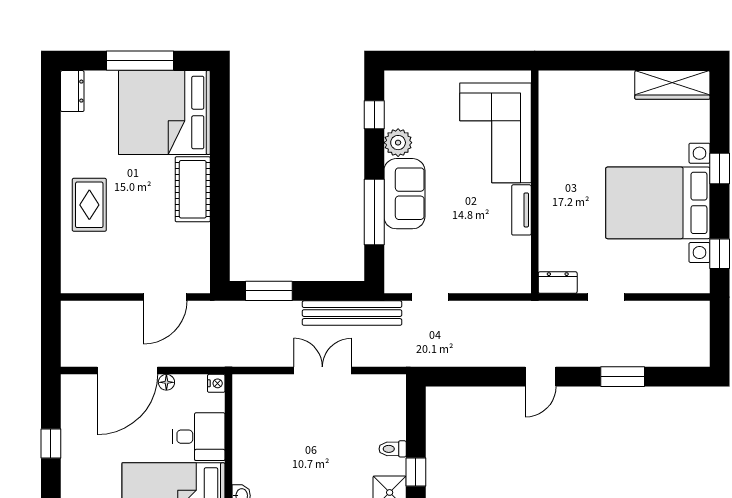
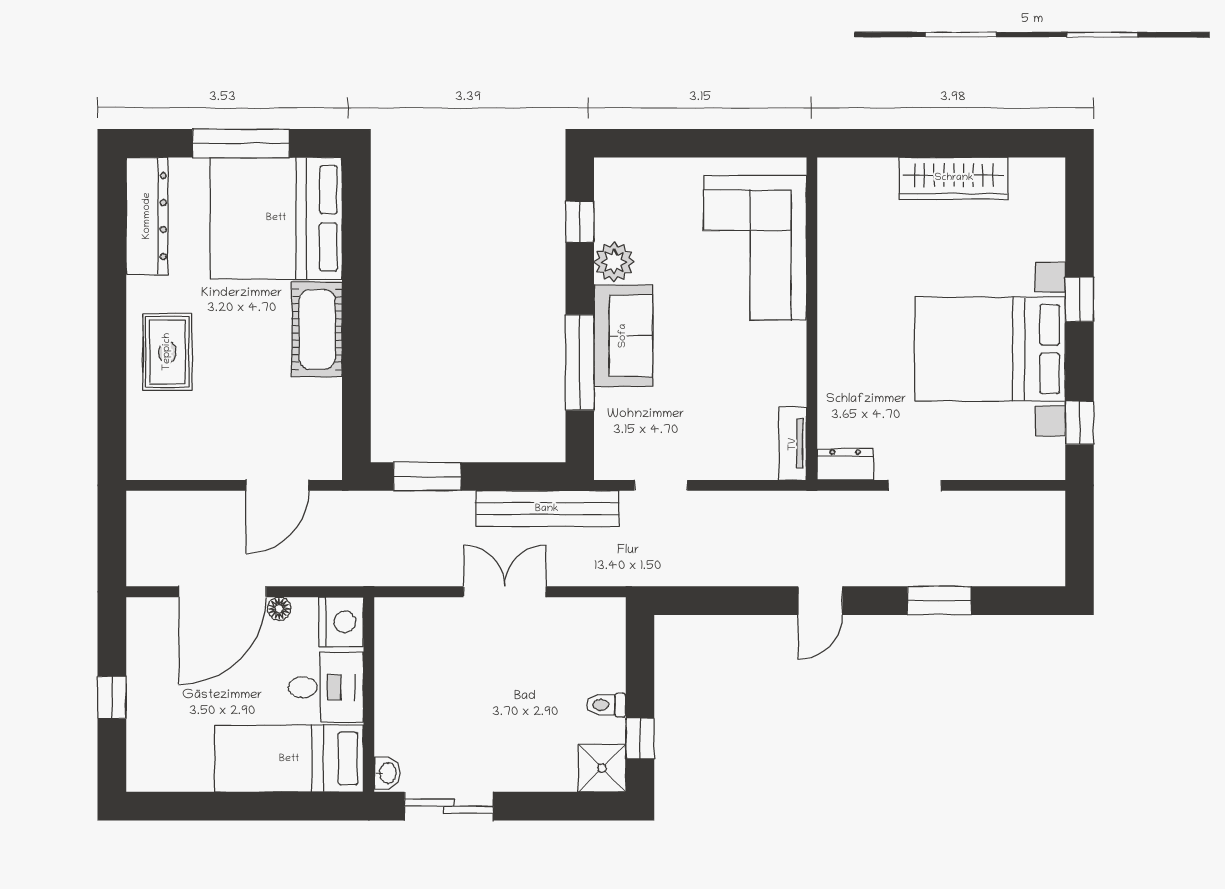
wardrobe: (672, 85) -> (954, 178), moved
dresser: (72, 91) -> (147, 216), width x1.96, depth x1.24
tv unit: (521, 210) -> (793, 444), moved
nightstand: (216, 383) -> (341, 622), width x1.89, depth x1.79

